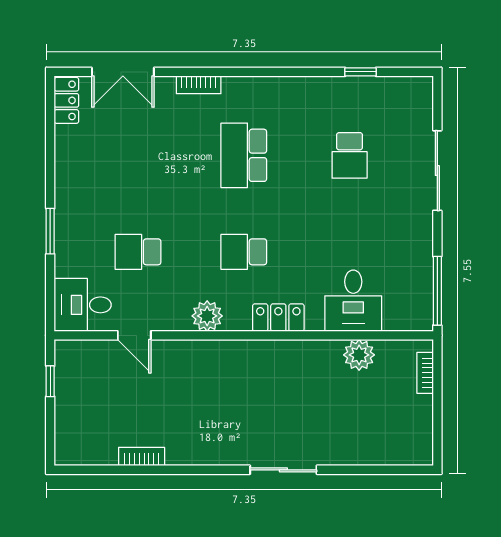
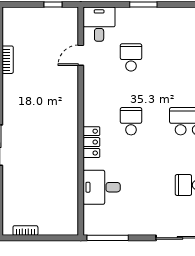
plant: (207, 316) -> (92, 99), removed
plant: (359, 355) -> (69, 191), removed
bookcase: (425, 373) -> (25, 231), moved

